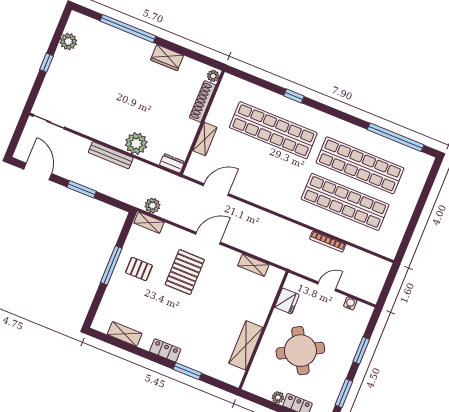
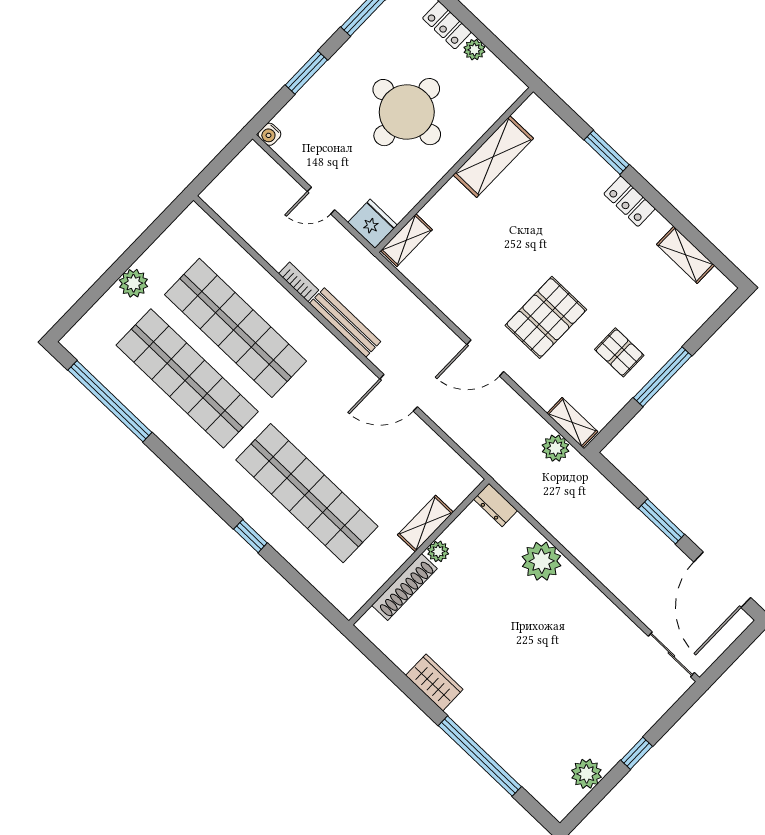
plant: (213, 76) -> (438, 551), moved
bench: (111, 155) -> (345, 323), moved
door: (38, 171) -> (722, 580), width x1.36
door: (216, 190) -> (399, 393), moved
plant: (408, 204) -> (133, 283), added
bookcase: (328, 242) -> (299, 282), width x0.64
shelving: (253, 265) -> (406, 240), moved, turned 90
fridge: (287, 301) -> (373, 224), moved, turned 90
water cooler: (350, 303) -> (270, 134), moved
round table: (300, 351) -> (407, 112), turned 30

